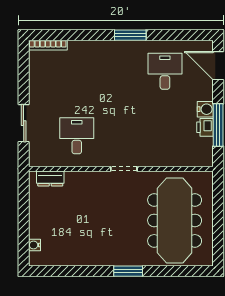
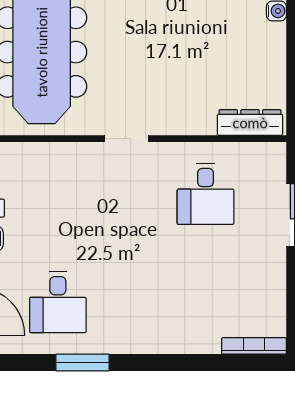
window: (130, 35) -> (82, 363), moved
dresser: (50, 178) -> (250, 123), width x1.44

